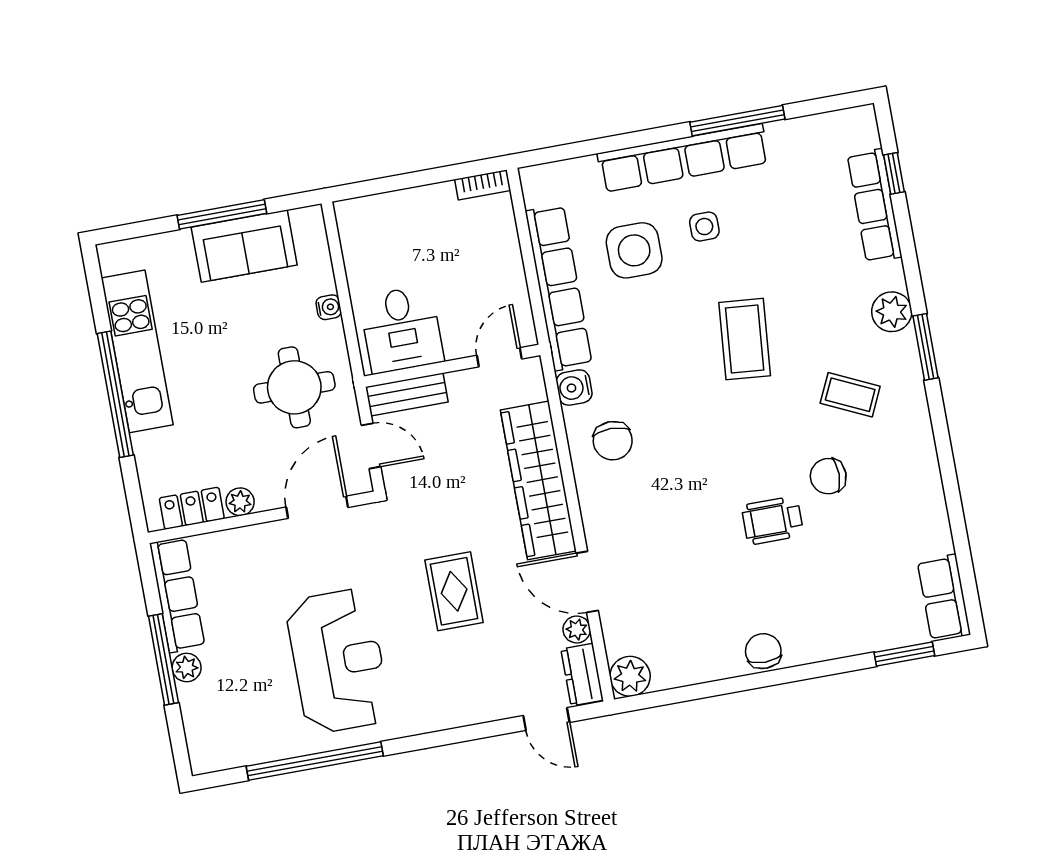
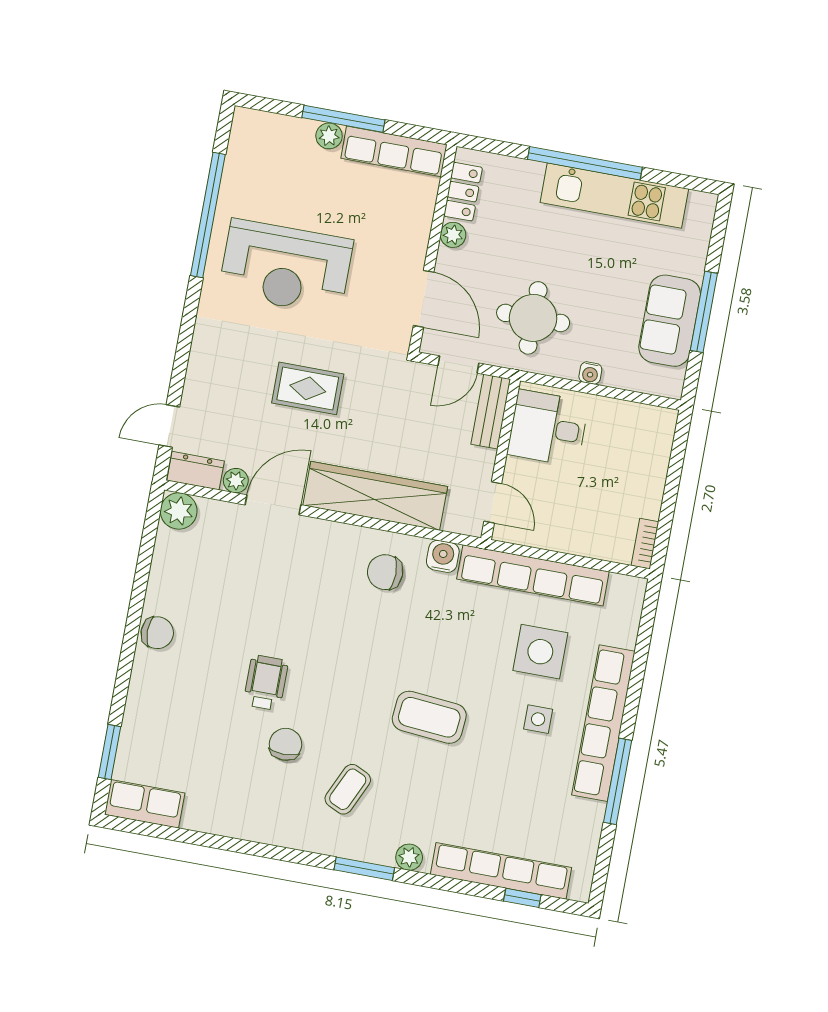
row of seats: (875, 206) -> (501, 871), width x1.36
plant: (892, 312) -> (409, 857), width x0.73, depth x0.73

